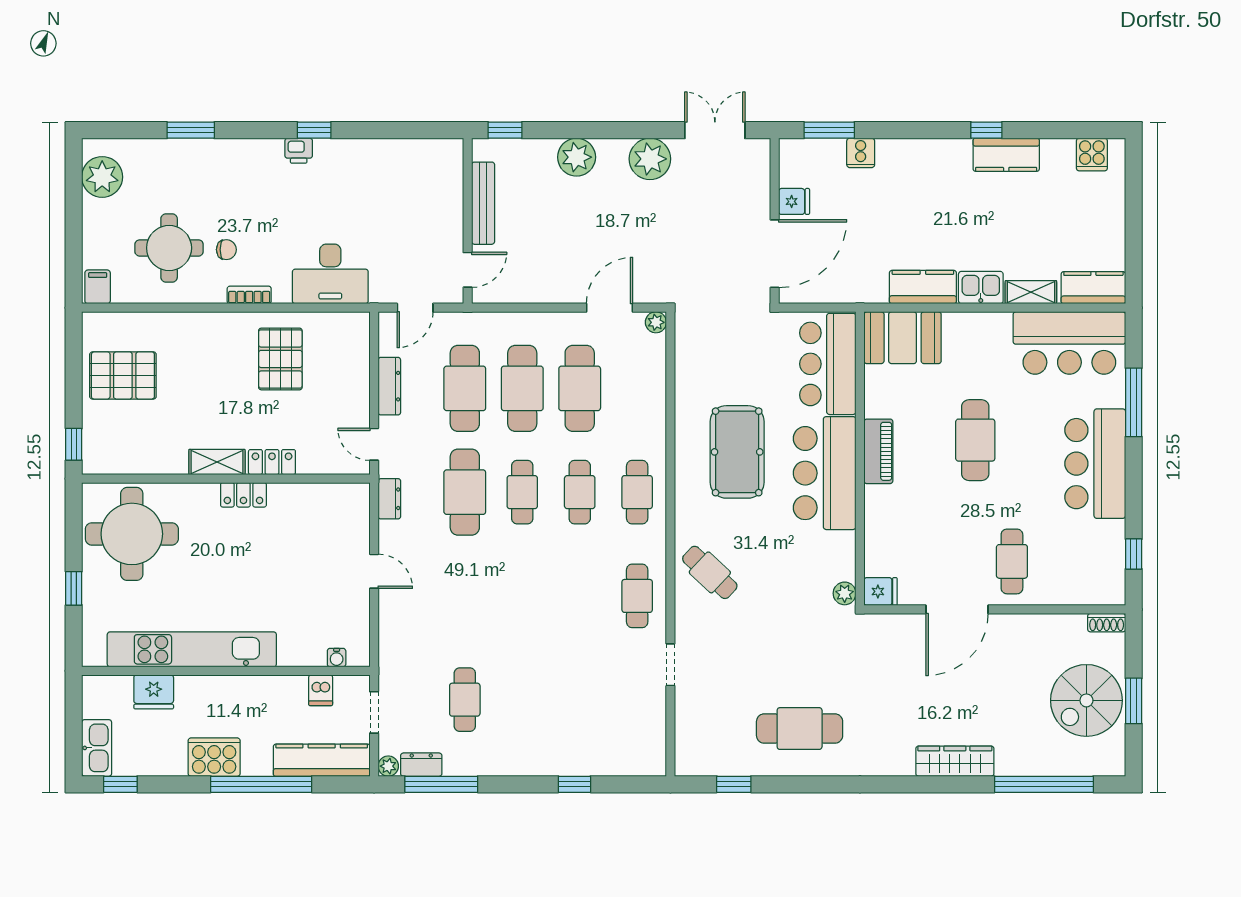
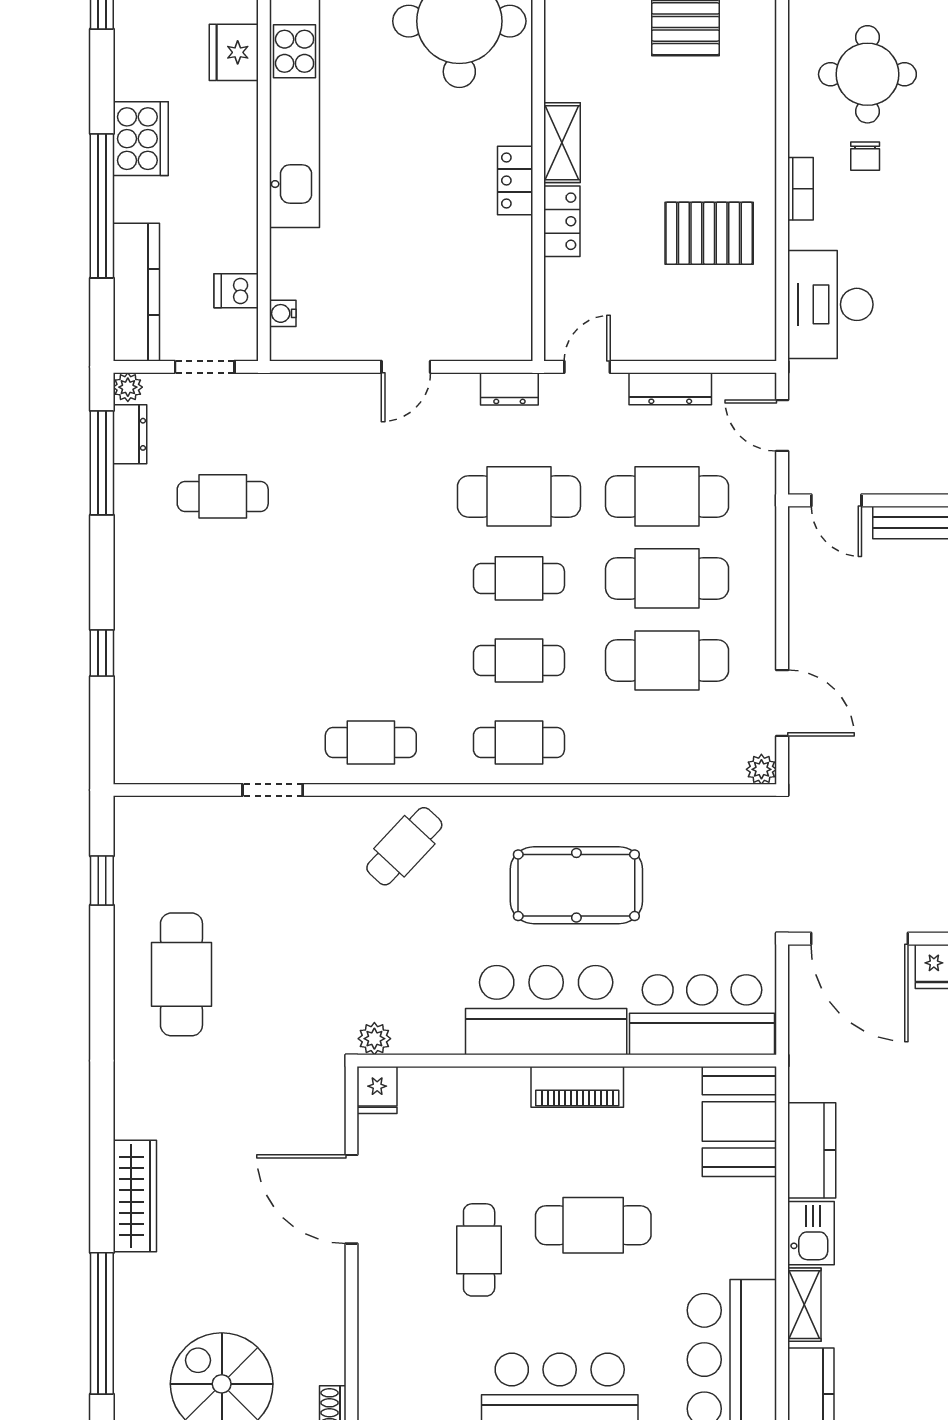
cafe table: (1012, 561) -> (479, 1250), moved, turned 90

